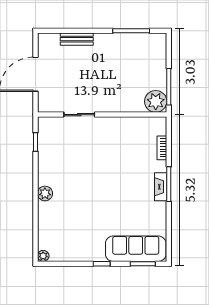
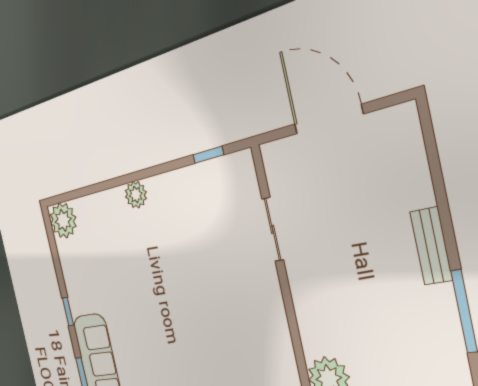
bench: (77, 39) -> (431, 246), moved
plant: (43, 256) -> (63, 220), width x1.88, depth x1.88

